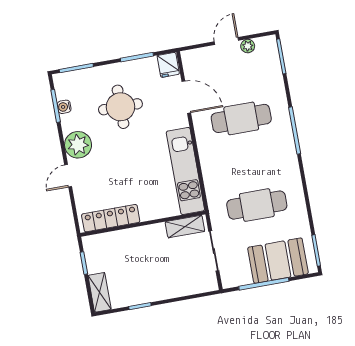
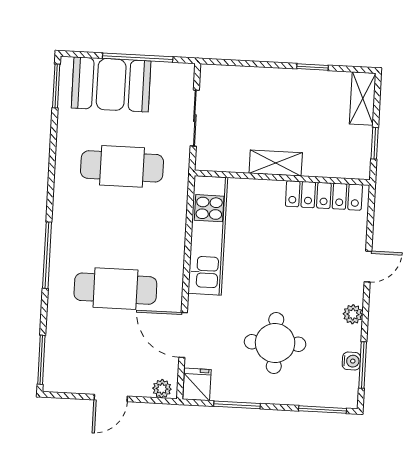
plant: (248, 46) -> (162, 389), moved
plant: (78, 145) -> (353, 314), width x0.53, depth x0.53
shelving: (185, 226) -> (276, 163), moved

